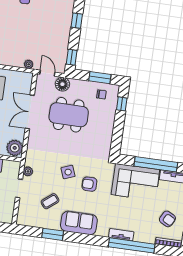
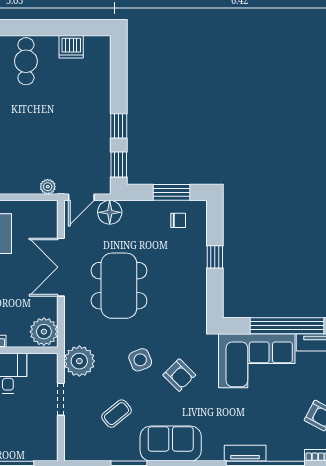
window: (77, 21) -> (119, 126), moved
door: (47, 73) -> (81, 197), swing flipped
window: (122, 104) -> (215, 257), moved
dining table: (69, 115) -> (119, 286), moved, turned 90
plant: (28, 171) -> (79, 361), width x1.87, depth x1.87
armchair: (89, 184) -> (179, 375), turned -135

